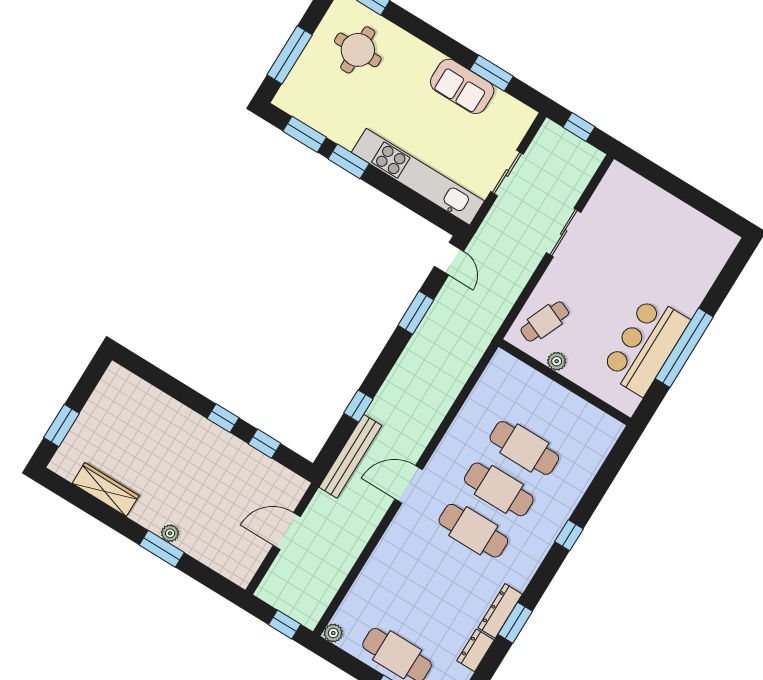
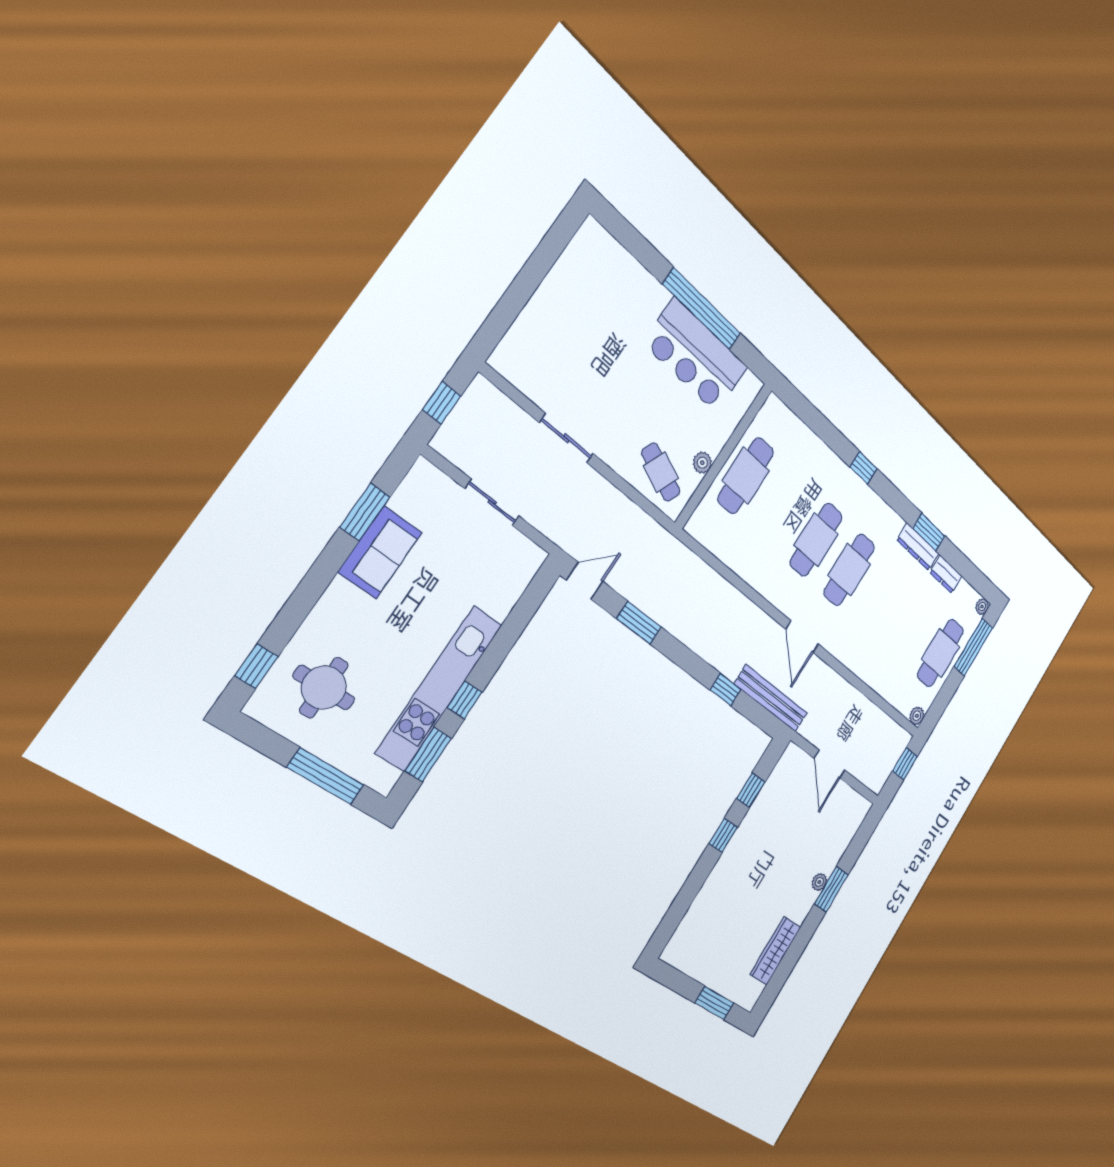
window: (349, 161) -> (465, 700), width x0.67
kitchen unit: (418, 177) -> (439, 688), moved
cafe table: (524, 448) -> (746, 476), moved

